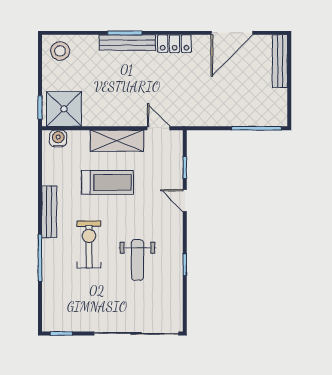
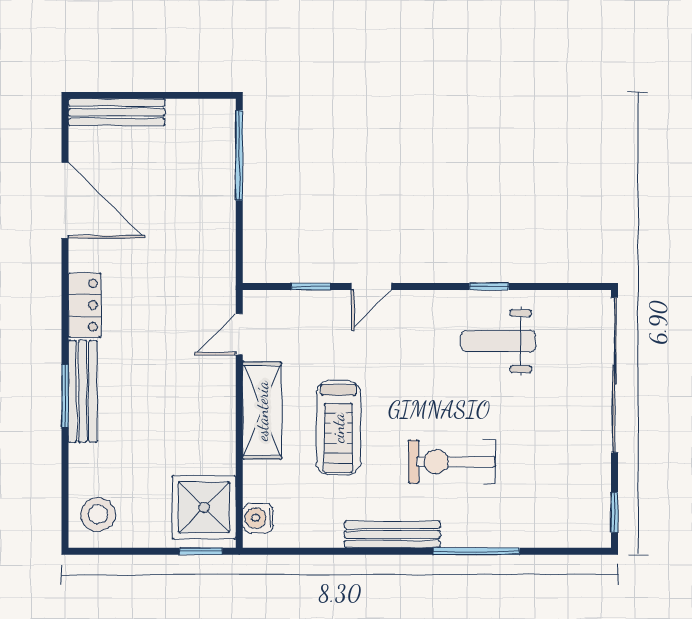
treadmill: (108, 182) -> (338, 428), turned 180
weight bench: (137, 260) -> (498, 341), moved, turned 180

